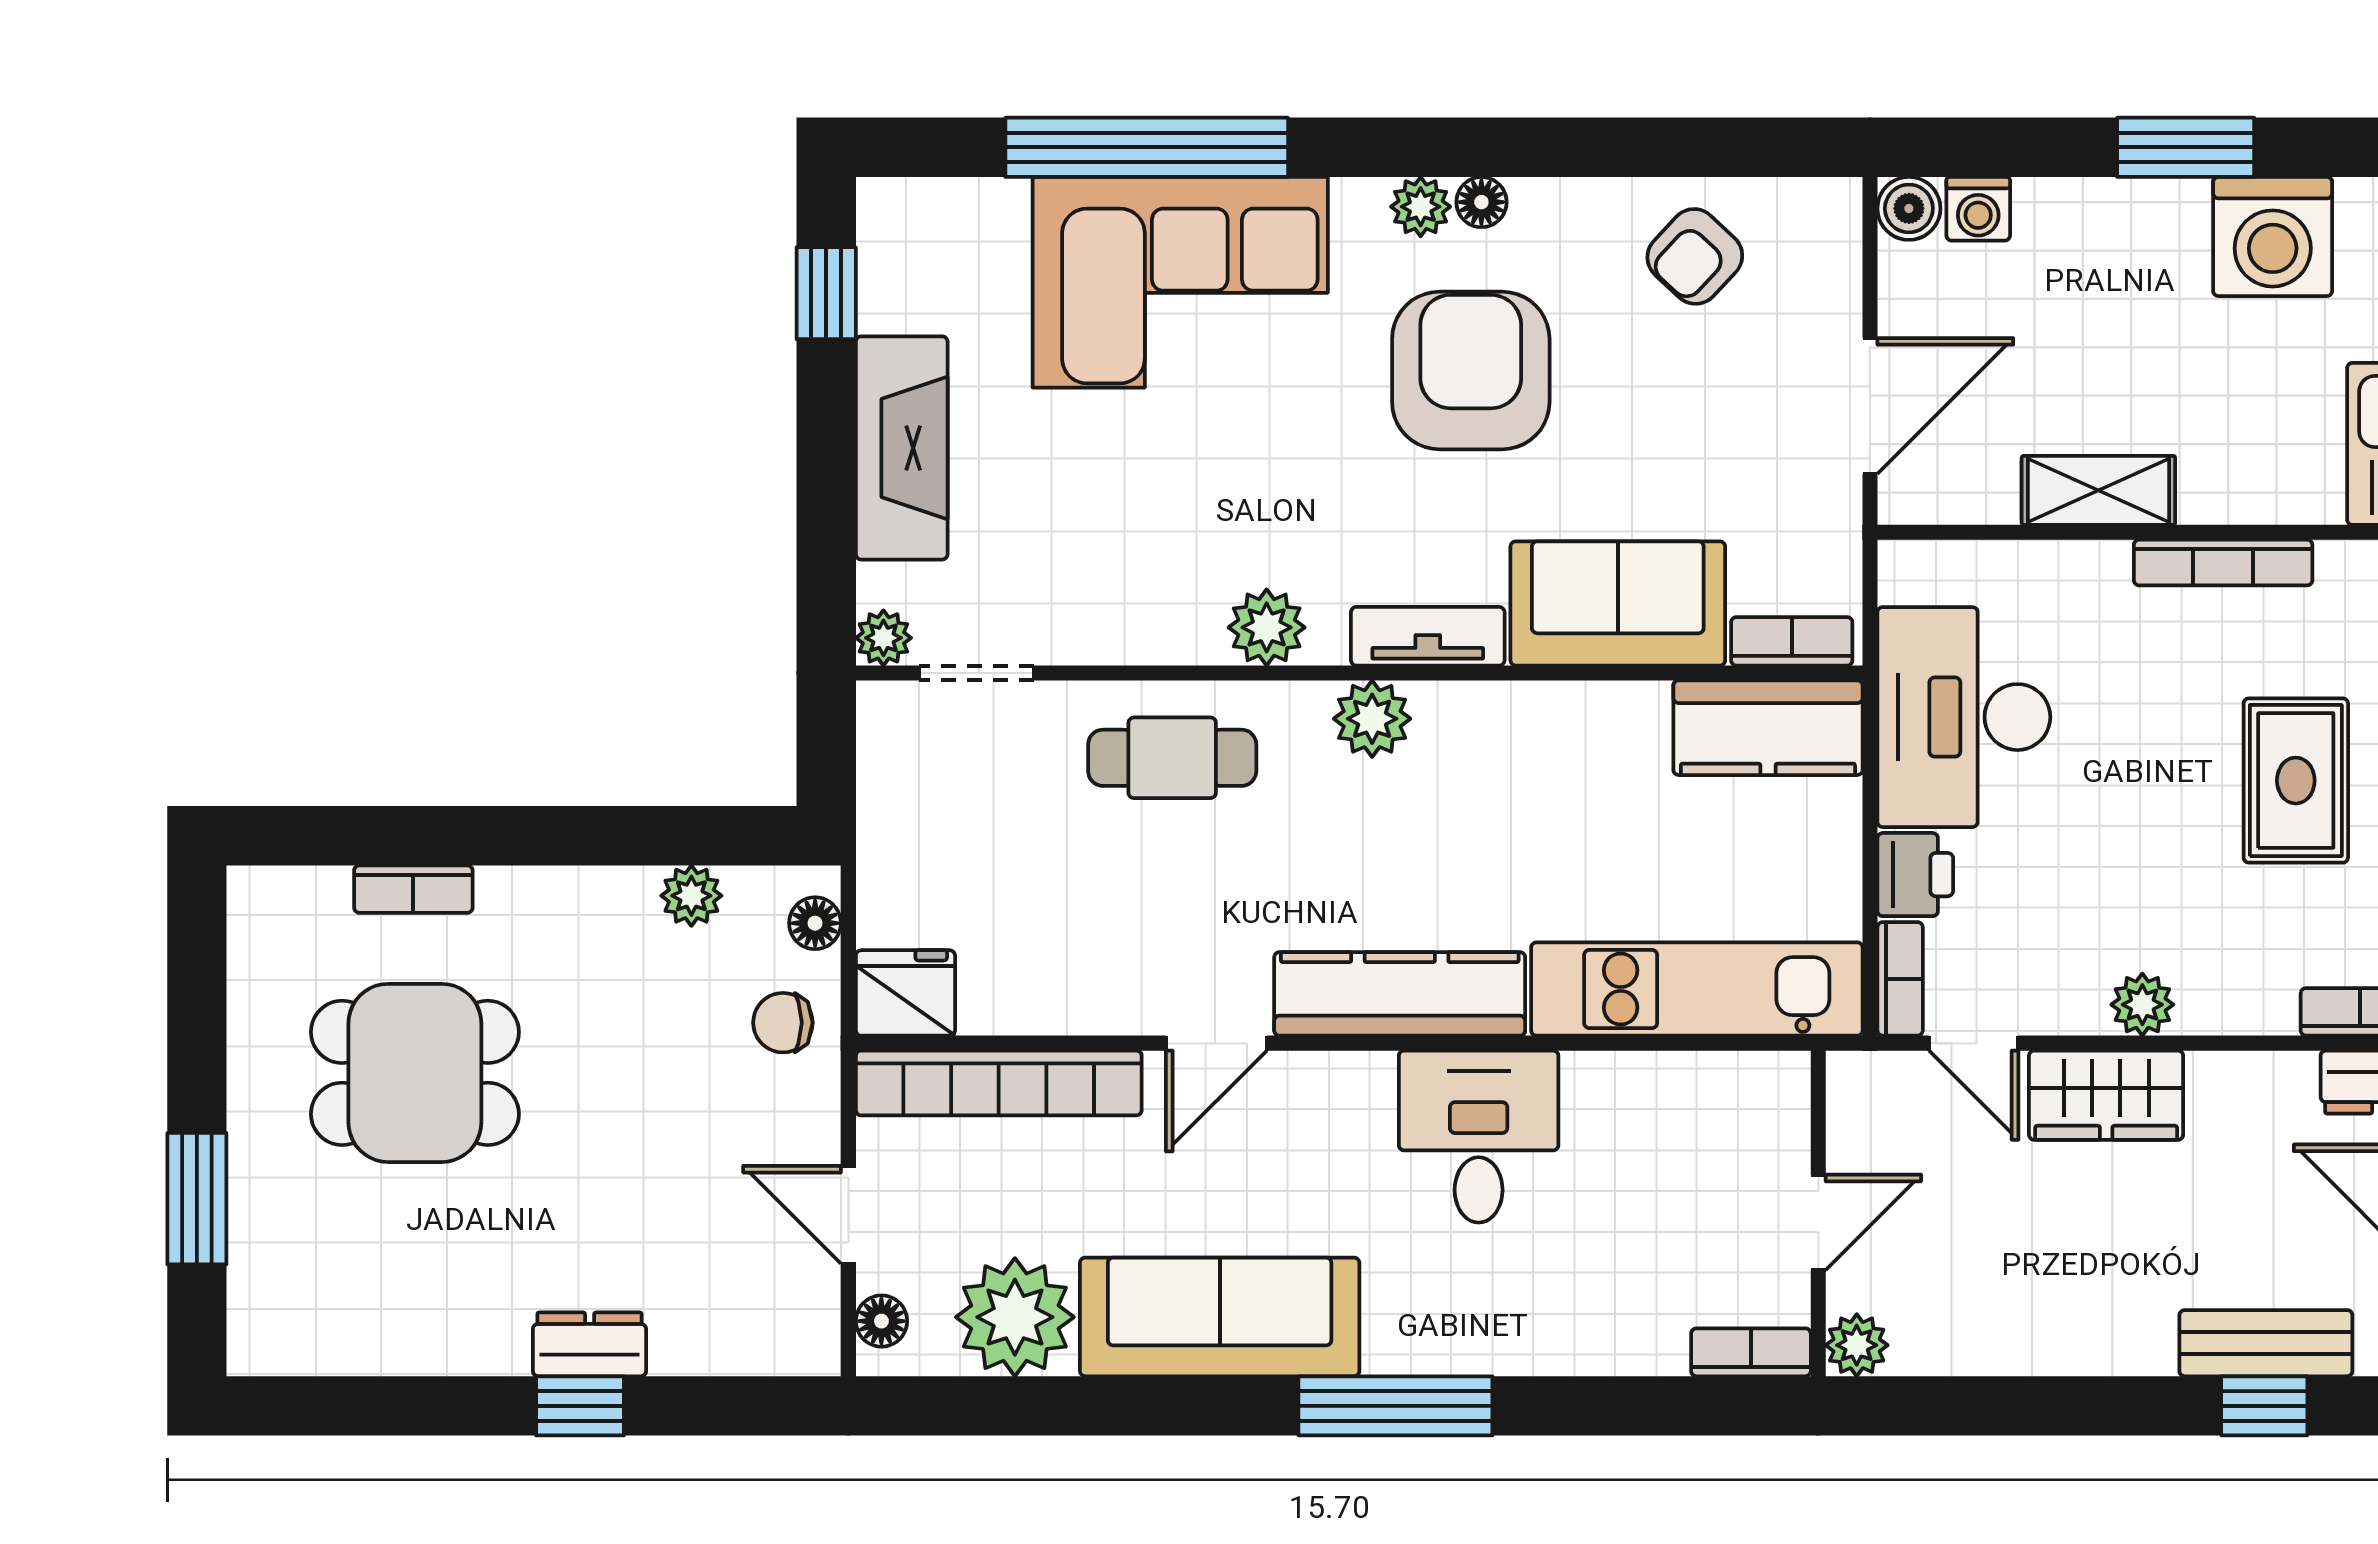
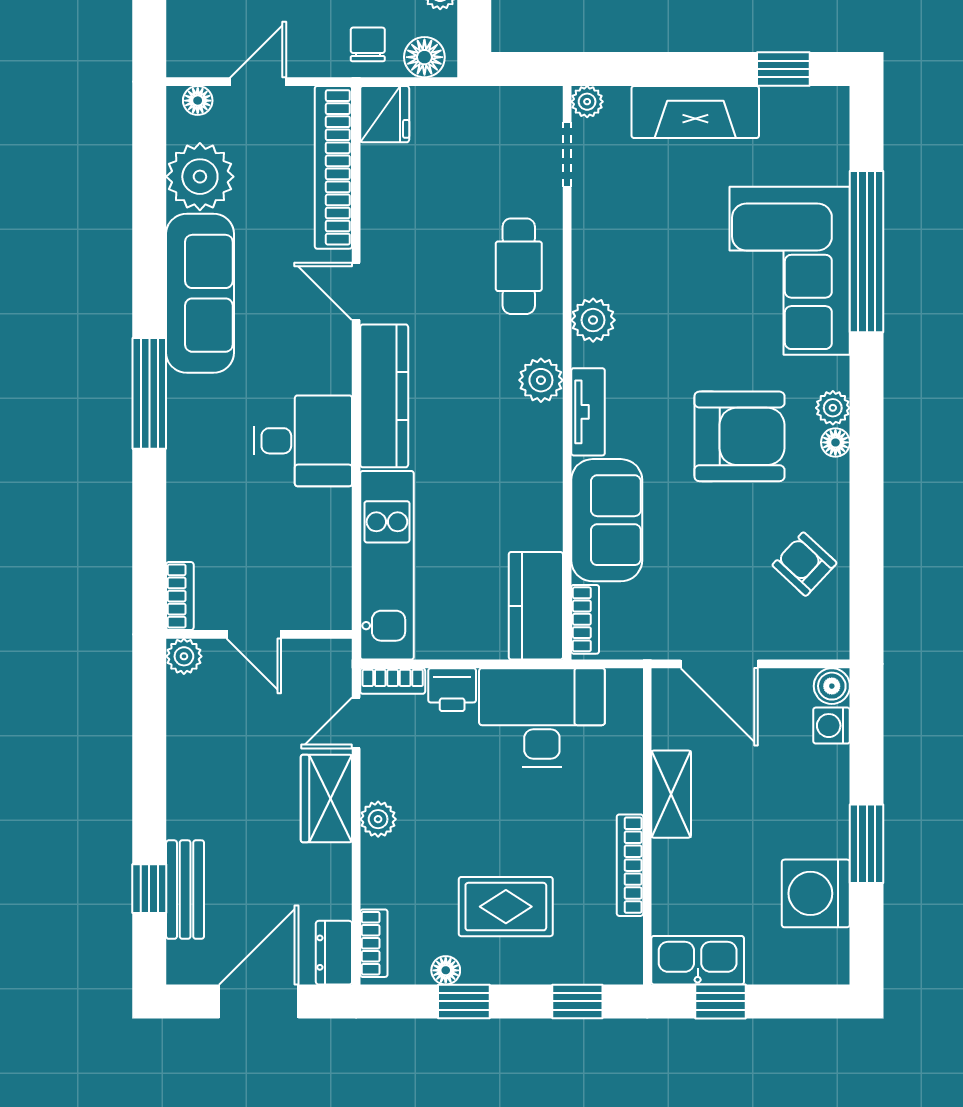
floor lamp: (815, 923) -> (424, 57), width x1.37, depth x1.37

